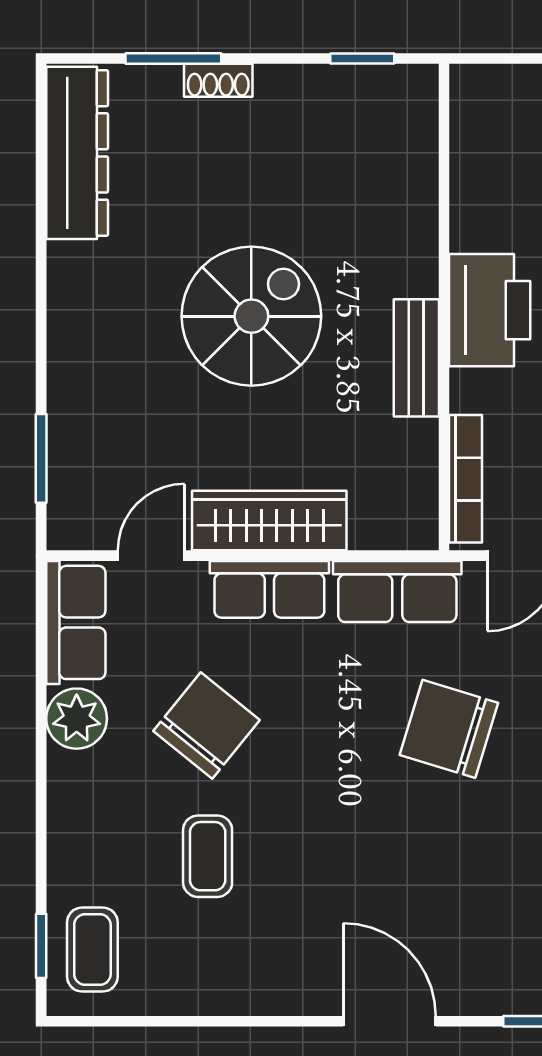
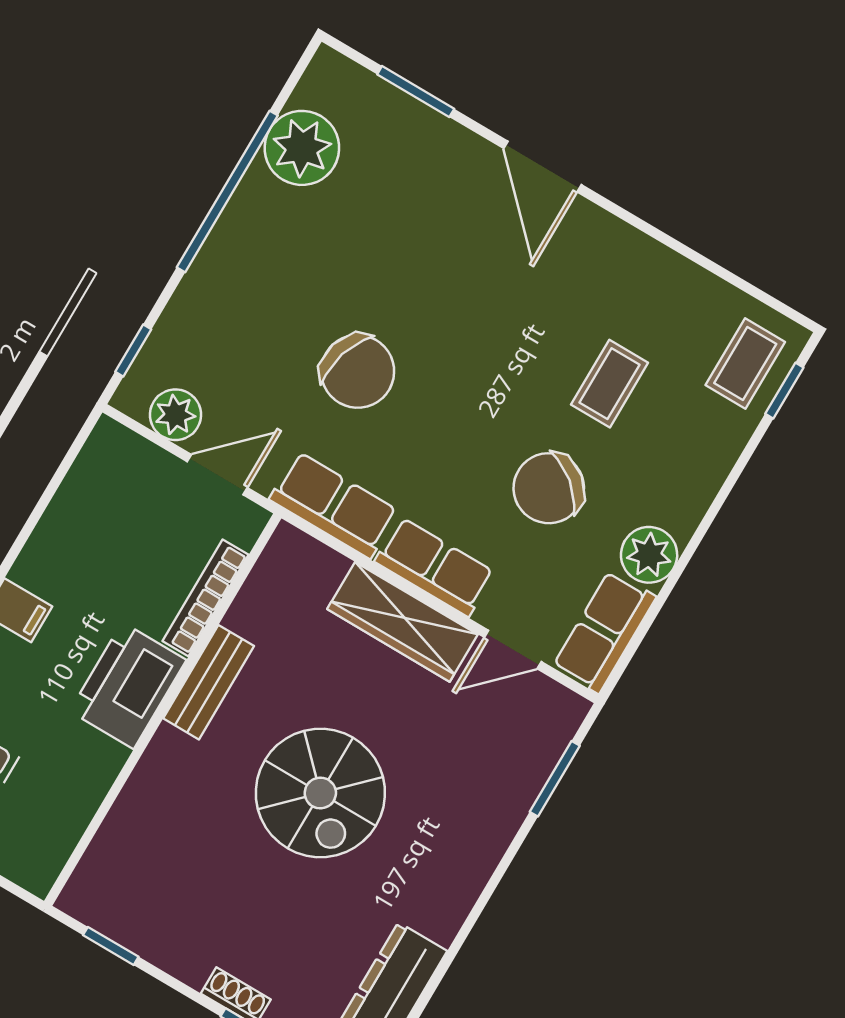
spiral stairs: (251, 316) -> (320, 793), turned -90
bookcase: (466, 479) -> (206, 598), moved

